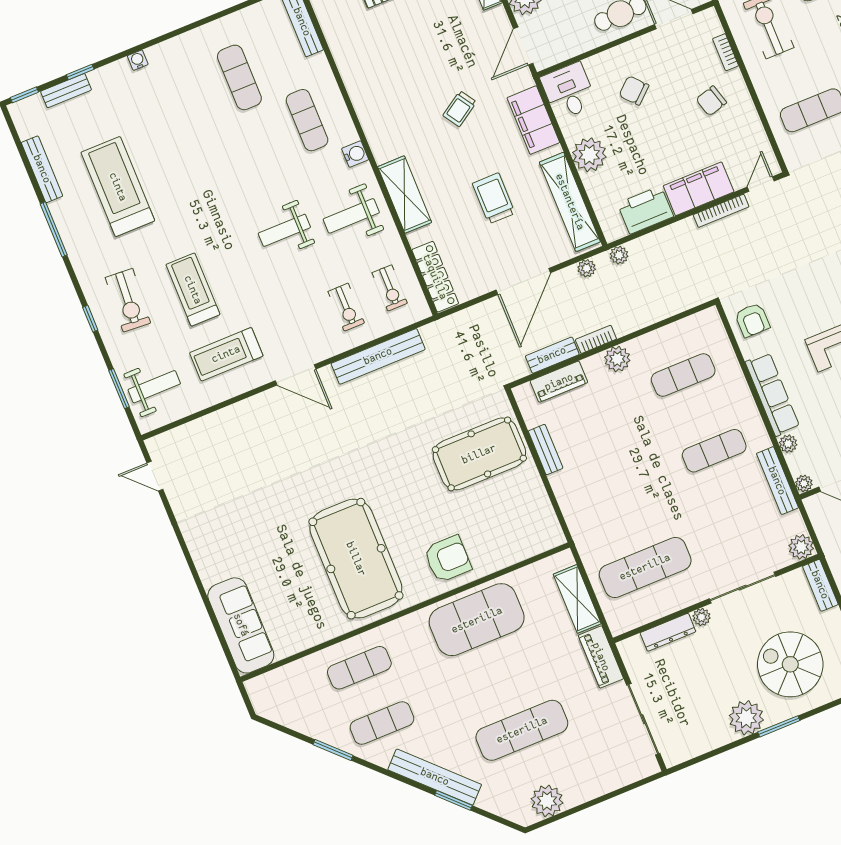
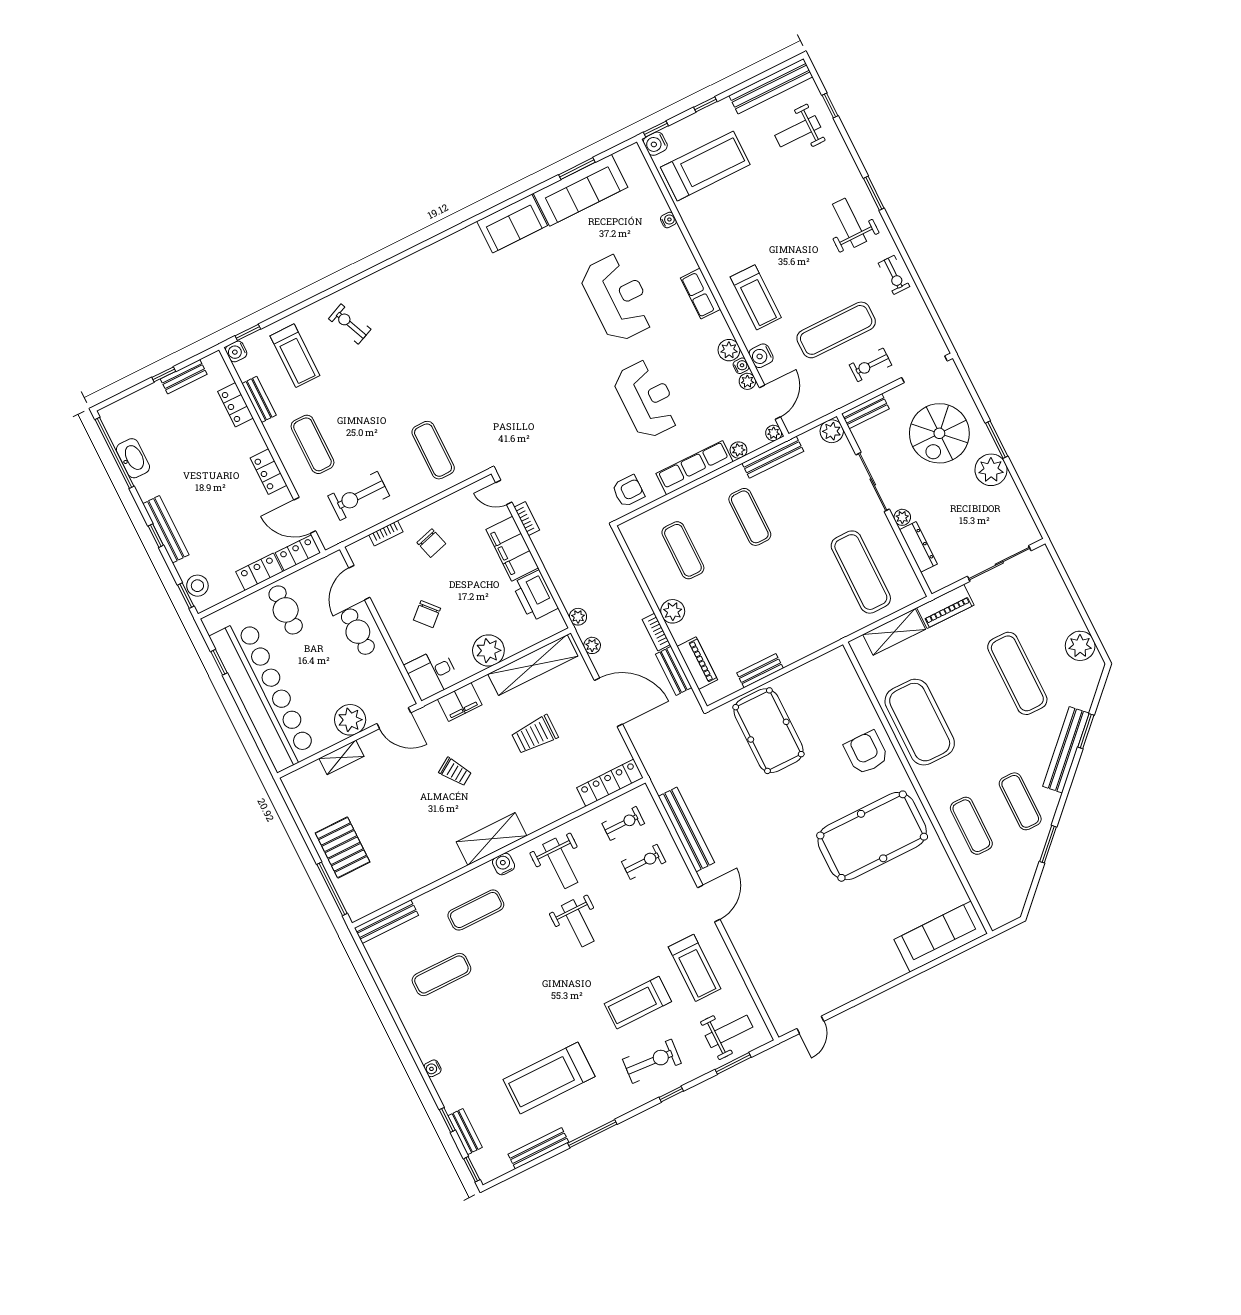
filing cabinet: (533, 120) -> (460, 702), width x0.67, depth x0.86
shelving: (405, 195) -> (492, 839), moved
bookcase: (721, 211) -> (527, 519), width x0.64
weight bench: (154, 387) -> (729, 1031), turned 90

